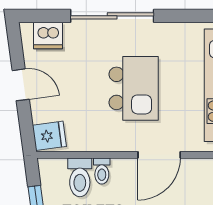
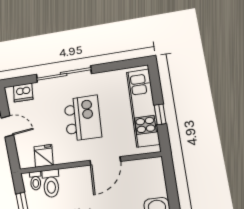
fridge: (49, 136) -> (44, 156), moved, turned -82
toilet: (102, 171) -> (36, 181), moved

